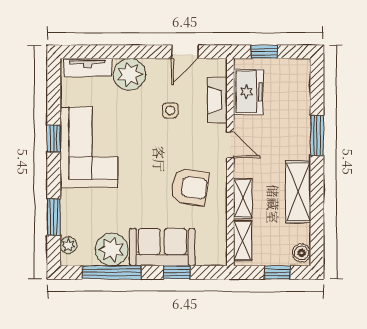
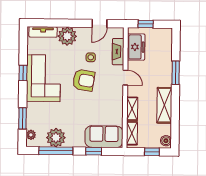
armchair: (190, 187) -> (84, 80), moved
sofa: (162, 247) -> (104, 137), moved

